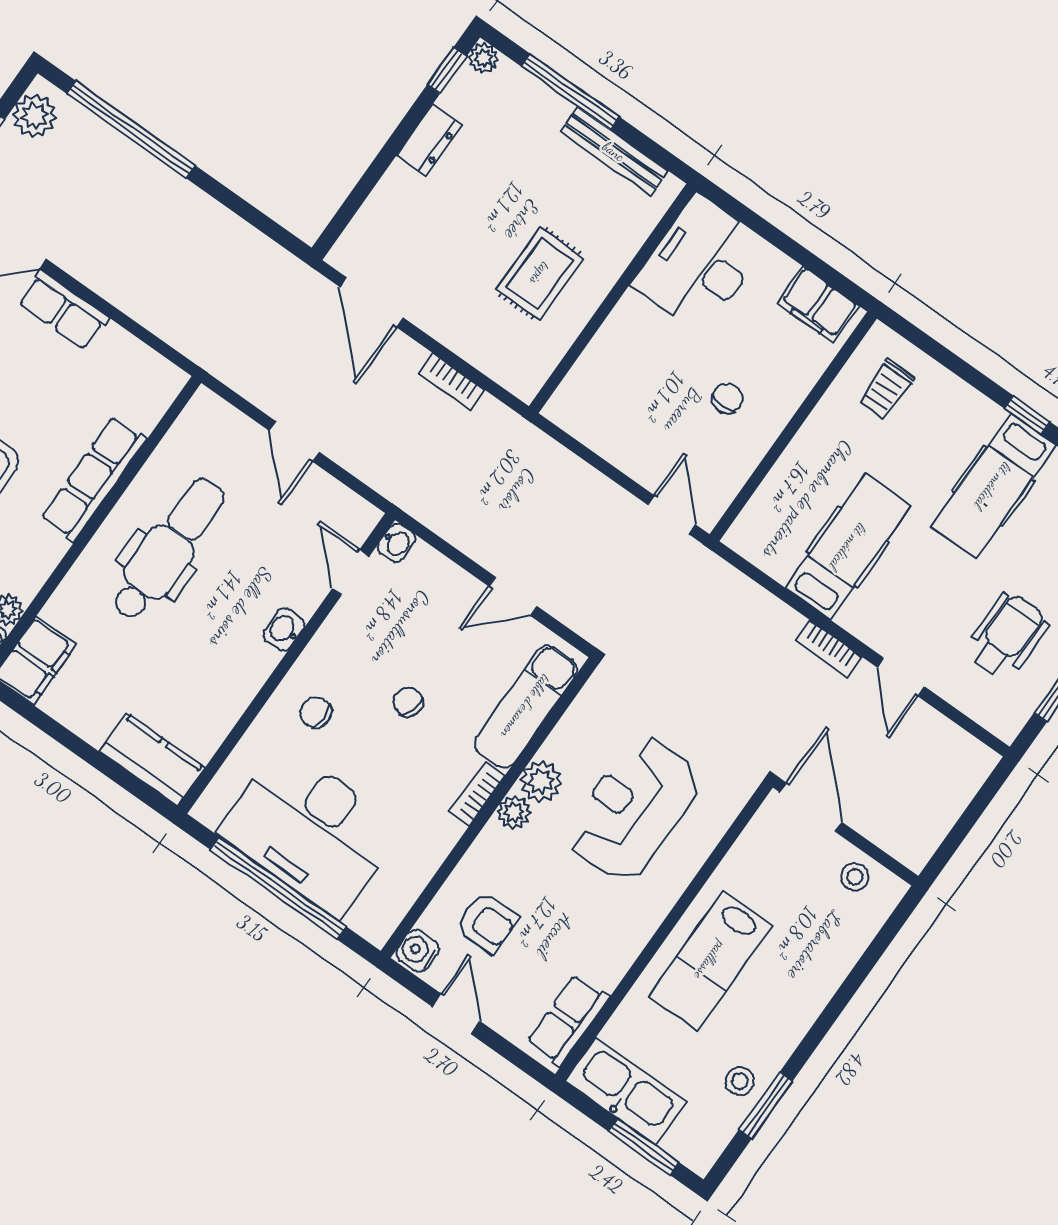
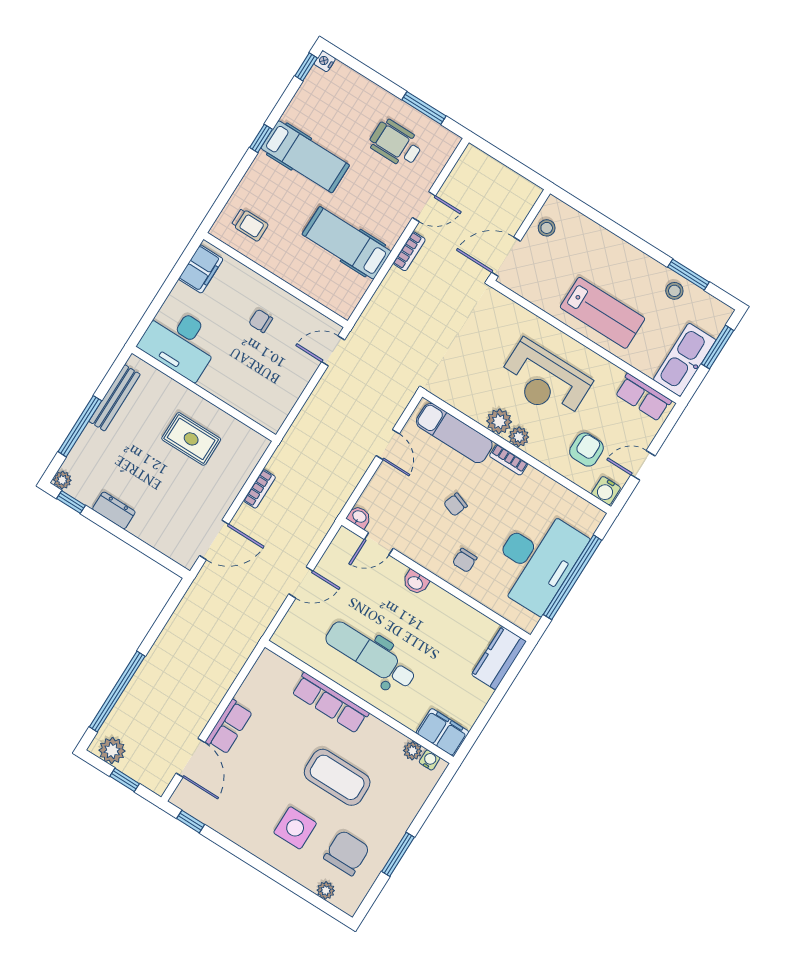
reception desk: (633, 809) -> (545, 380), moved

